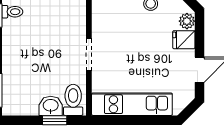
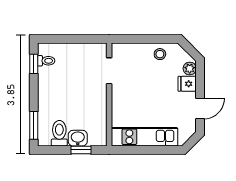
doorway: (89, 55) -> (109, 71), moved
toilet: (73, 100) -> (59, 133), moved

